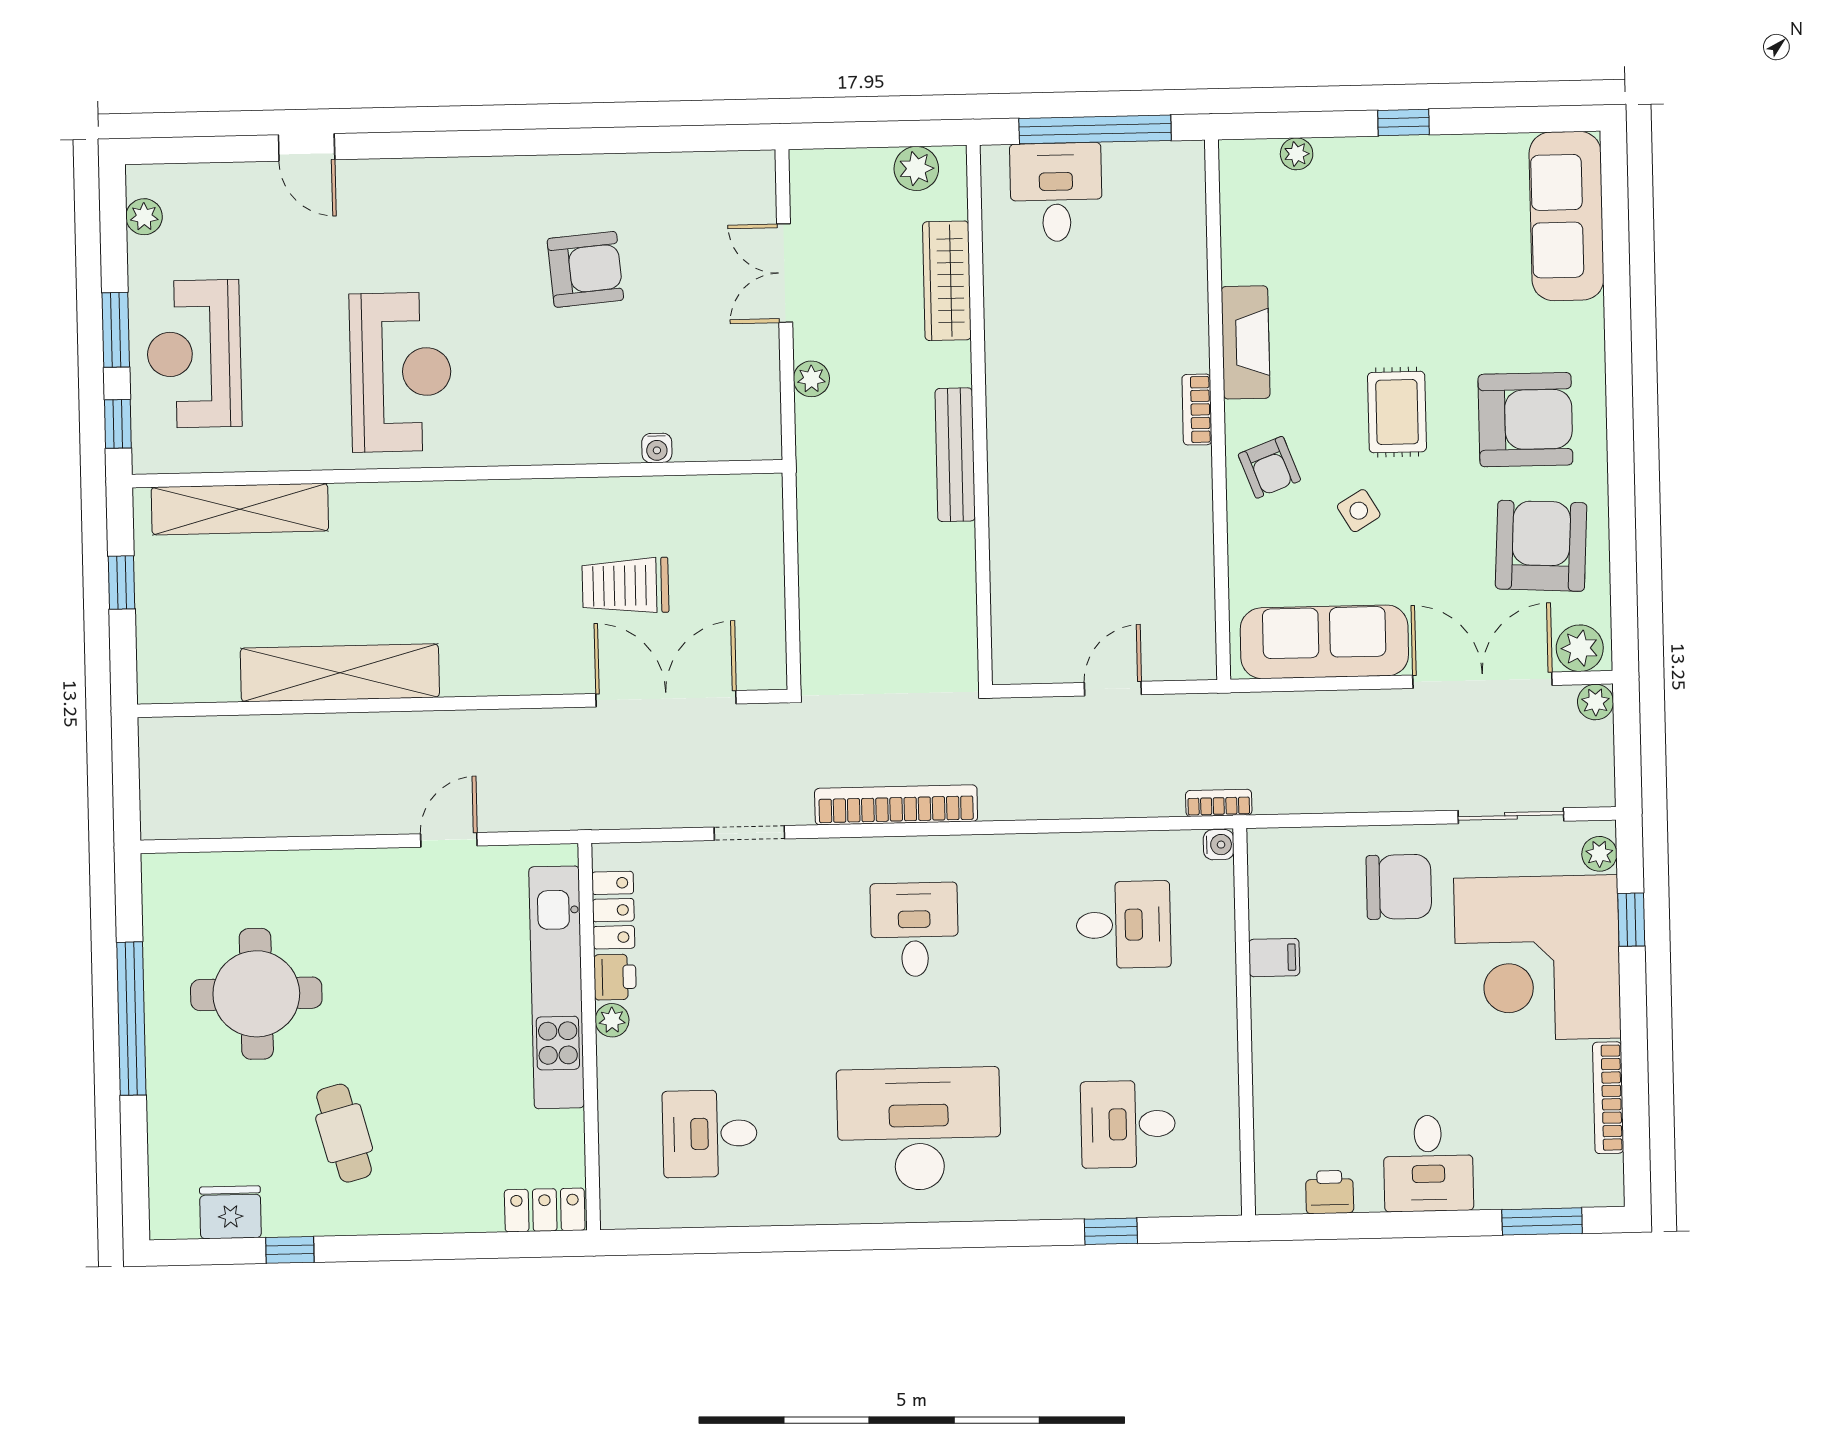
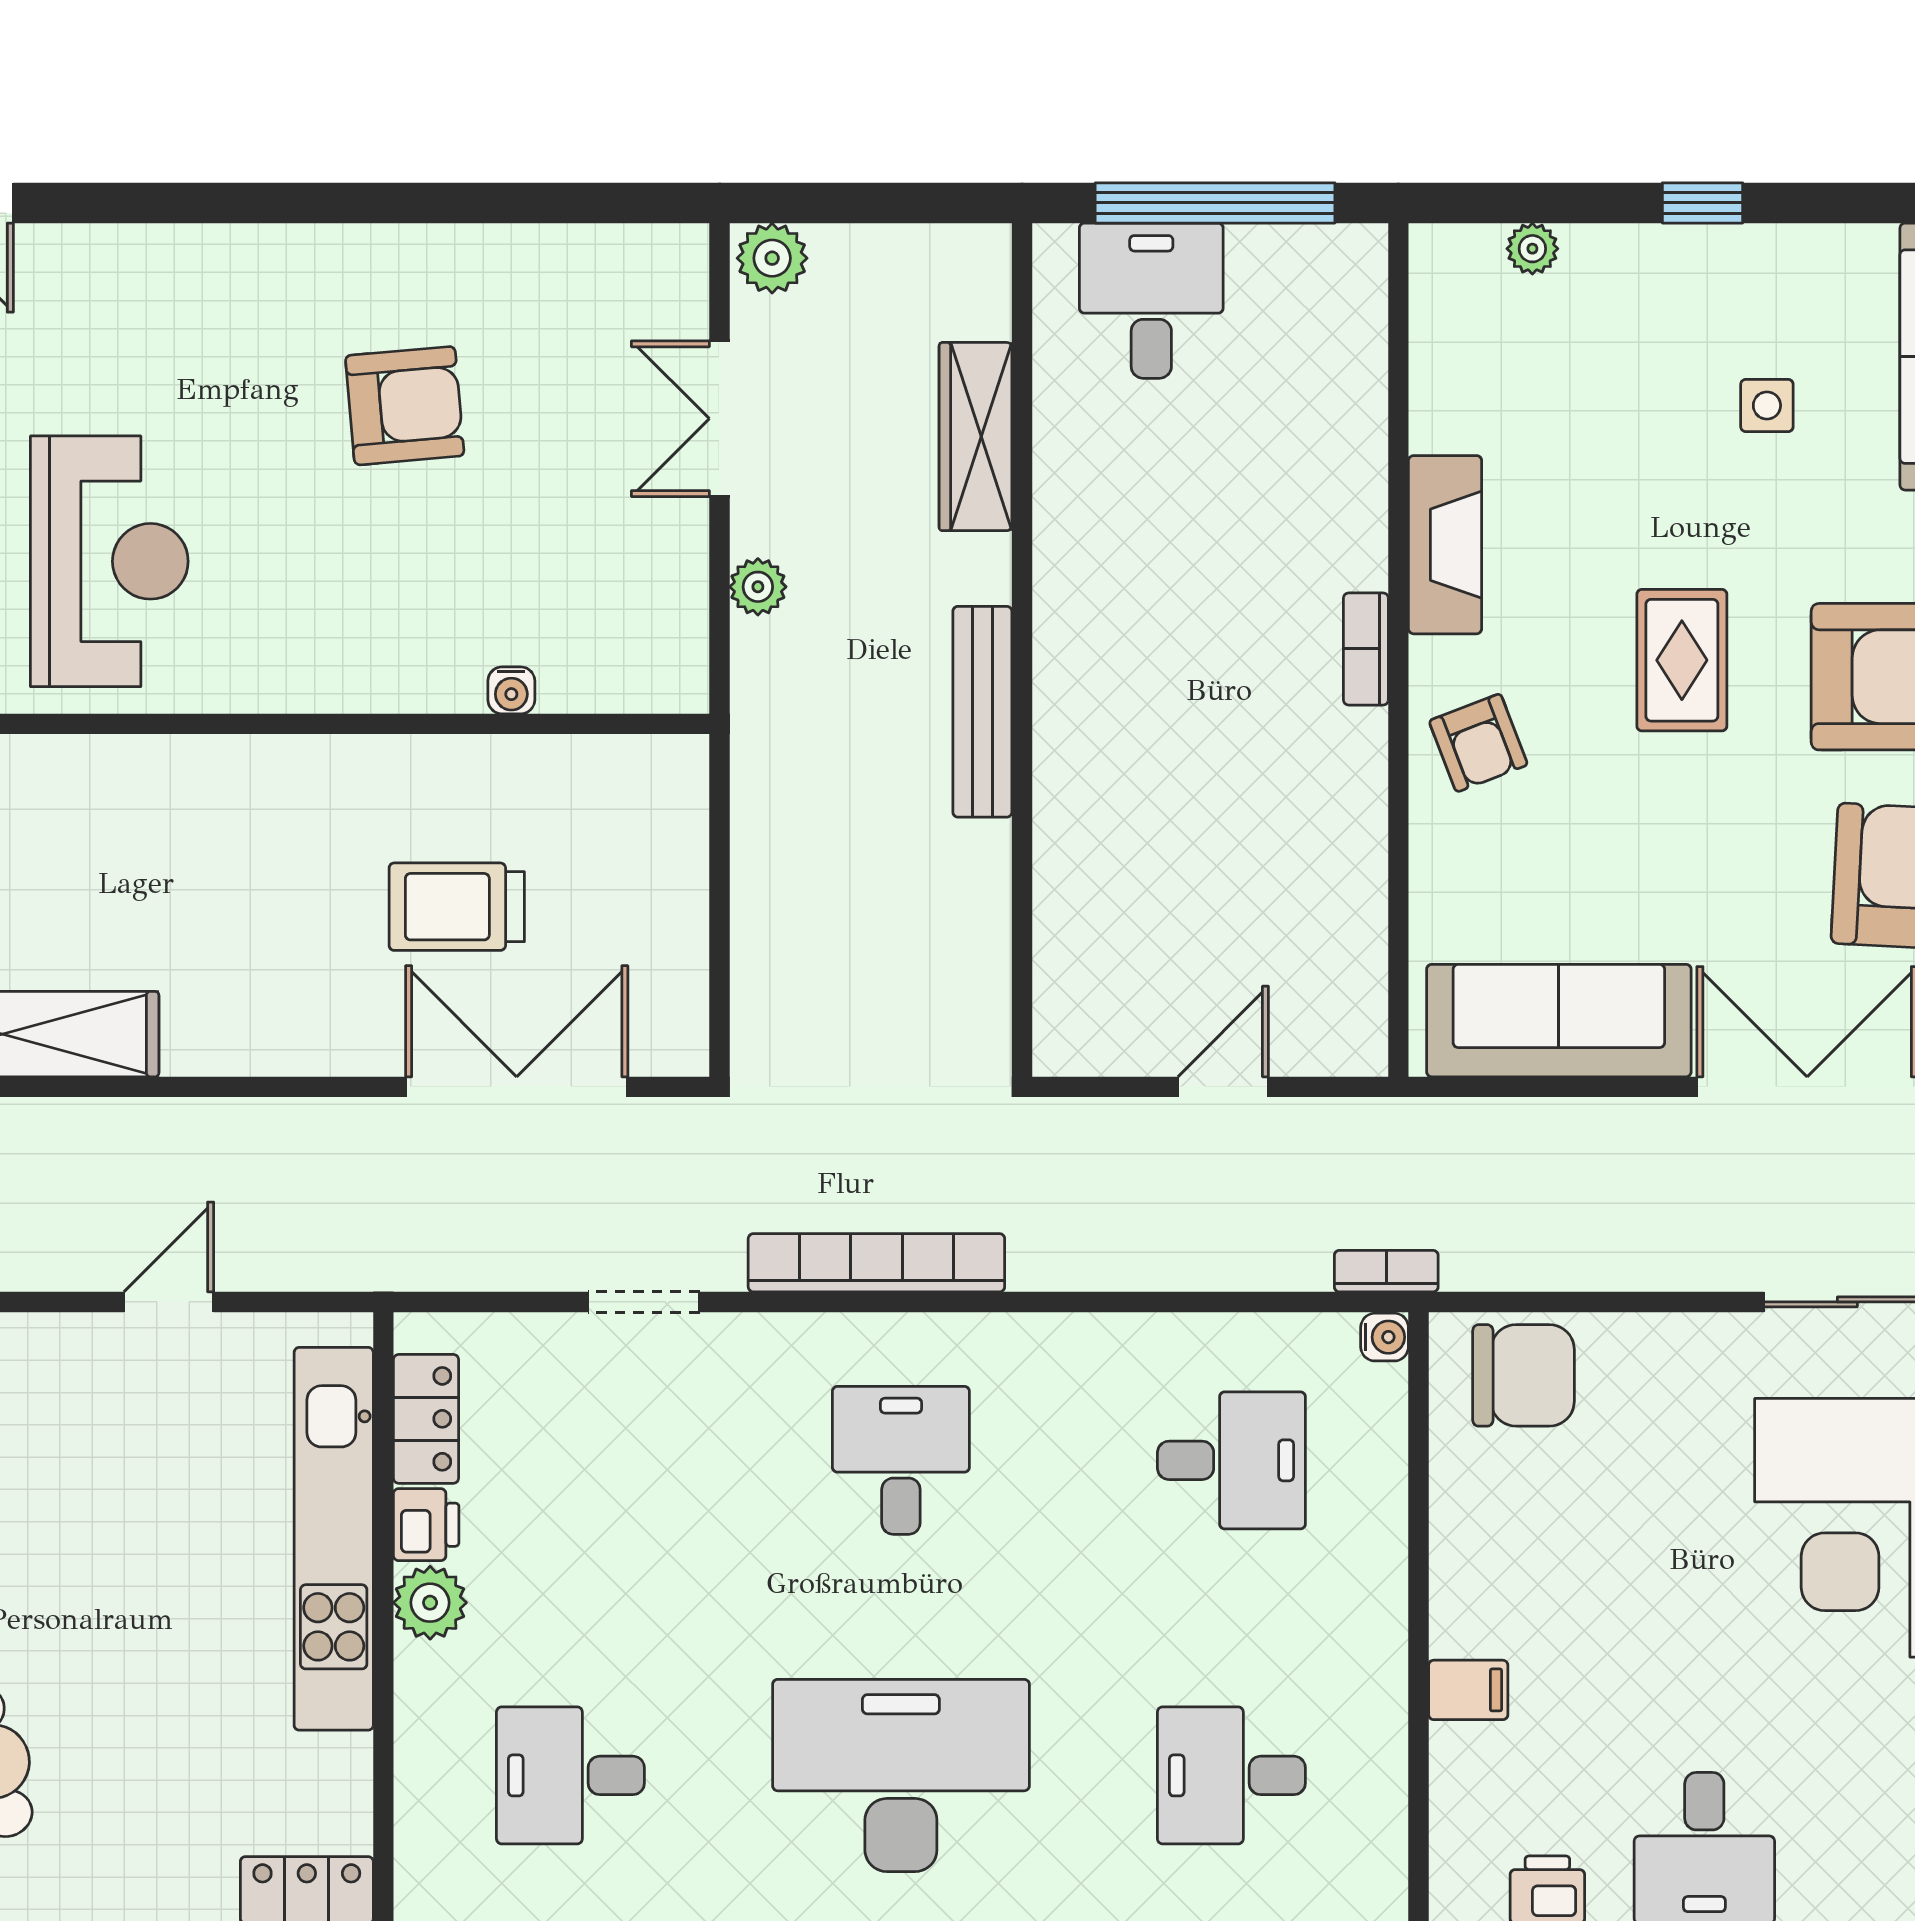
plant: (916, 168) -> (772, 258), moved
side table: (1359, 511) -> (1767, 405), moved, turned 31
chair: (1399, 887) -> (1524, 1375), moved
filing cabinet: (1274, 958) -> (1468, 1690), moved
plant: (612, 1020) -> (430, 1603), width x1.38, depth x1.38

